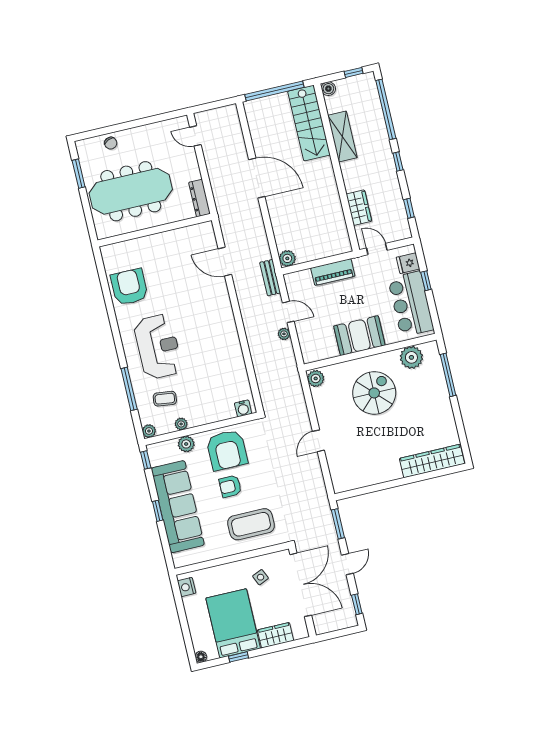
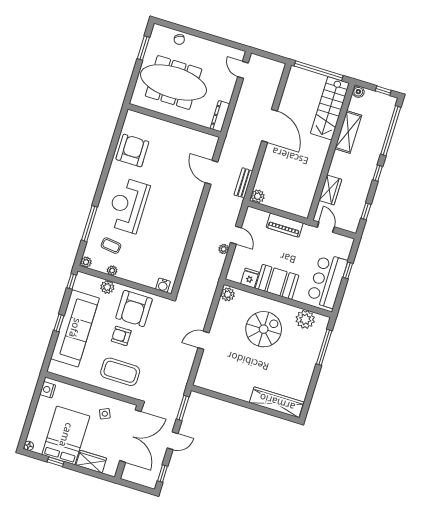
fridge: (408, 263) -> (250, 278), moved, turned 90
bench: (270, 278) -> (243, 183), moved
reception desk: (158, 347) -> (128, 205), turned 180

